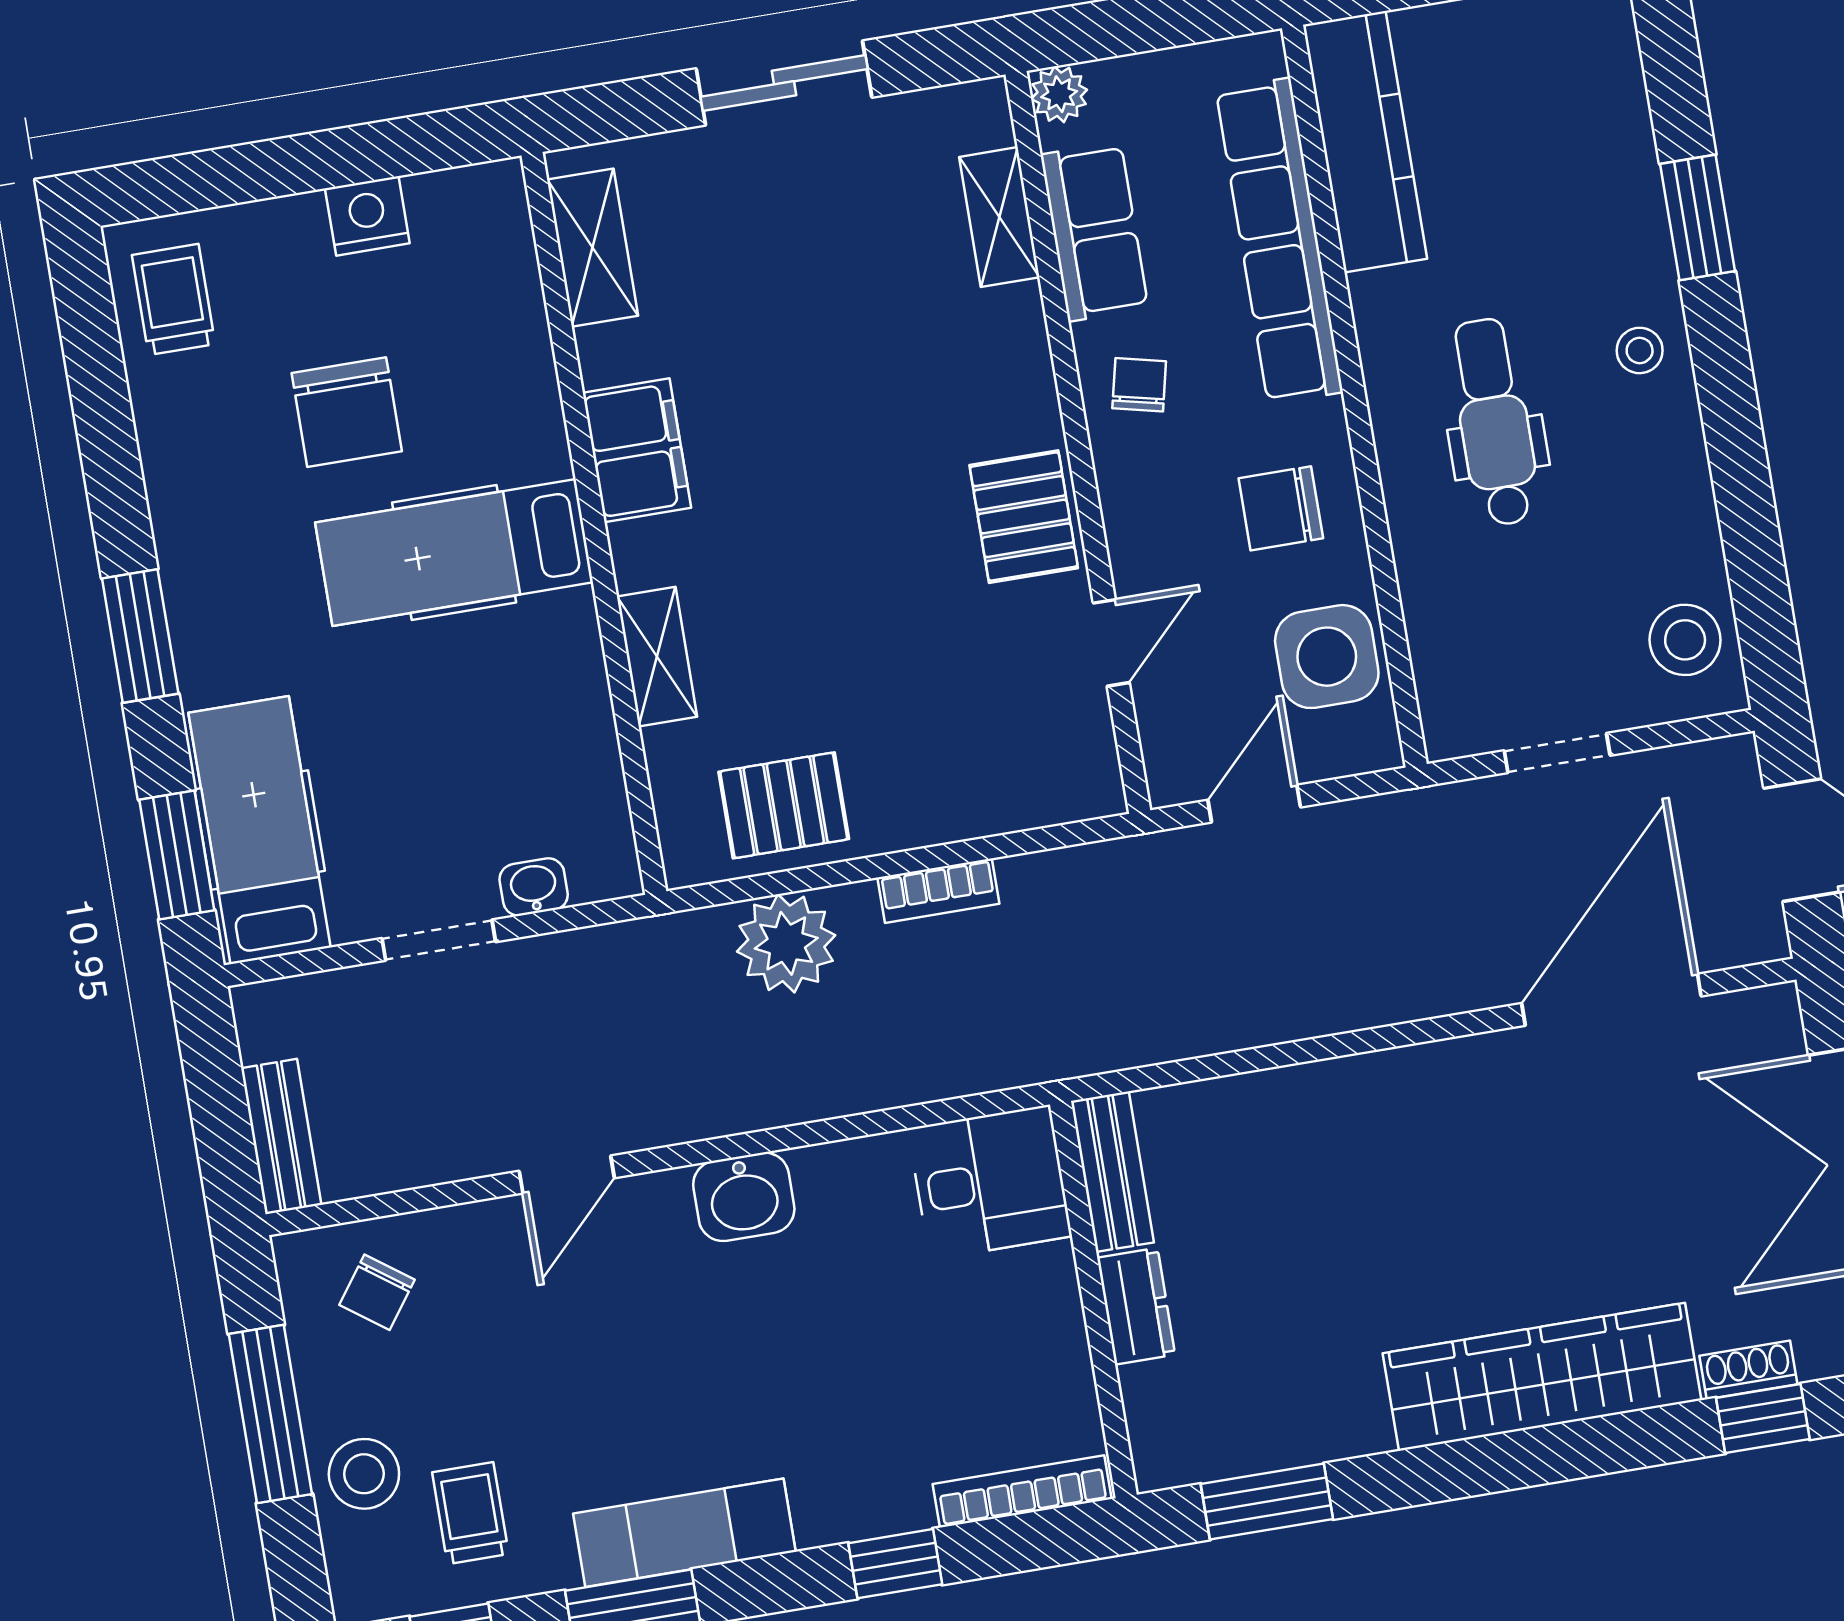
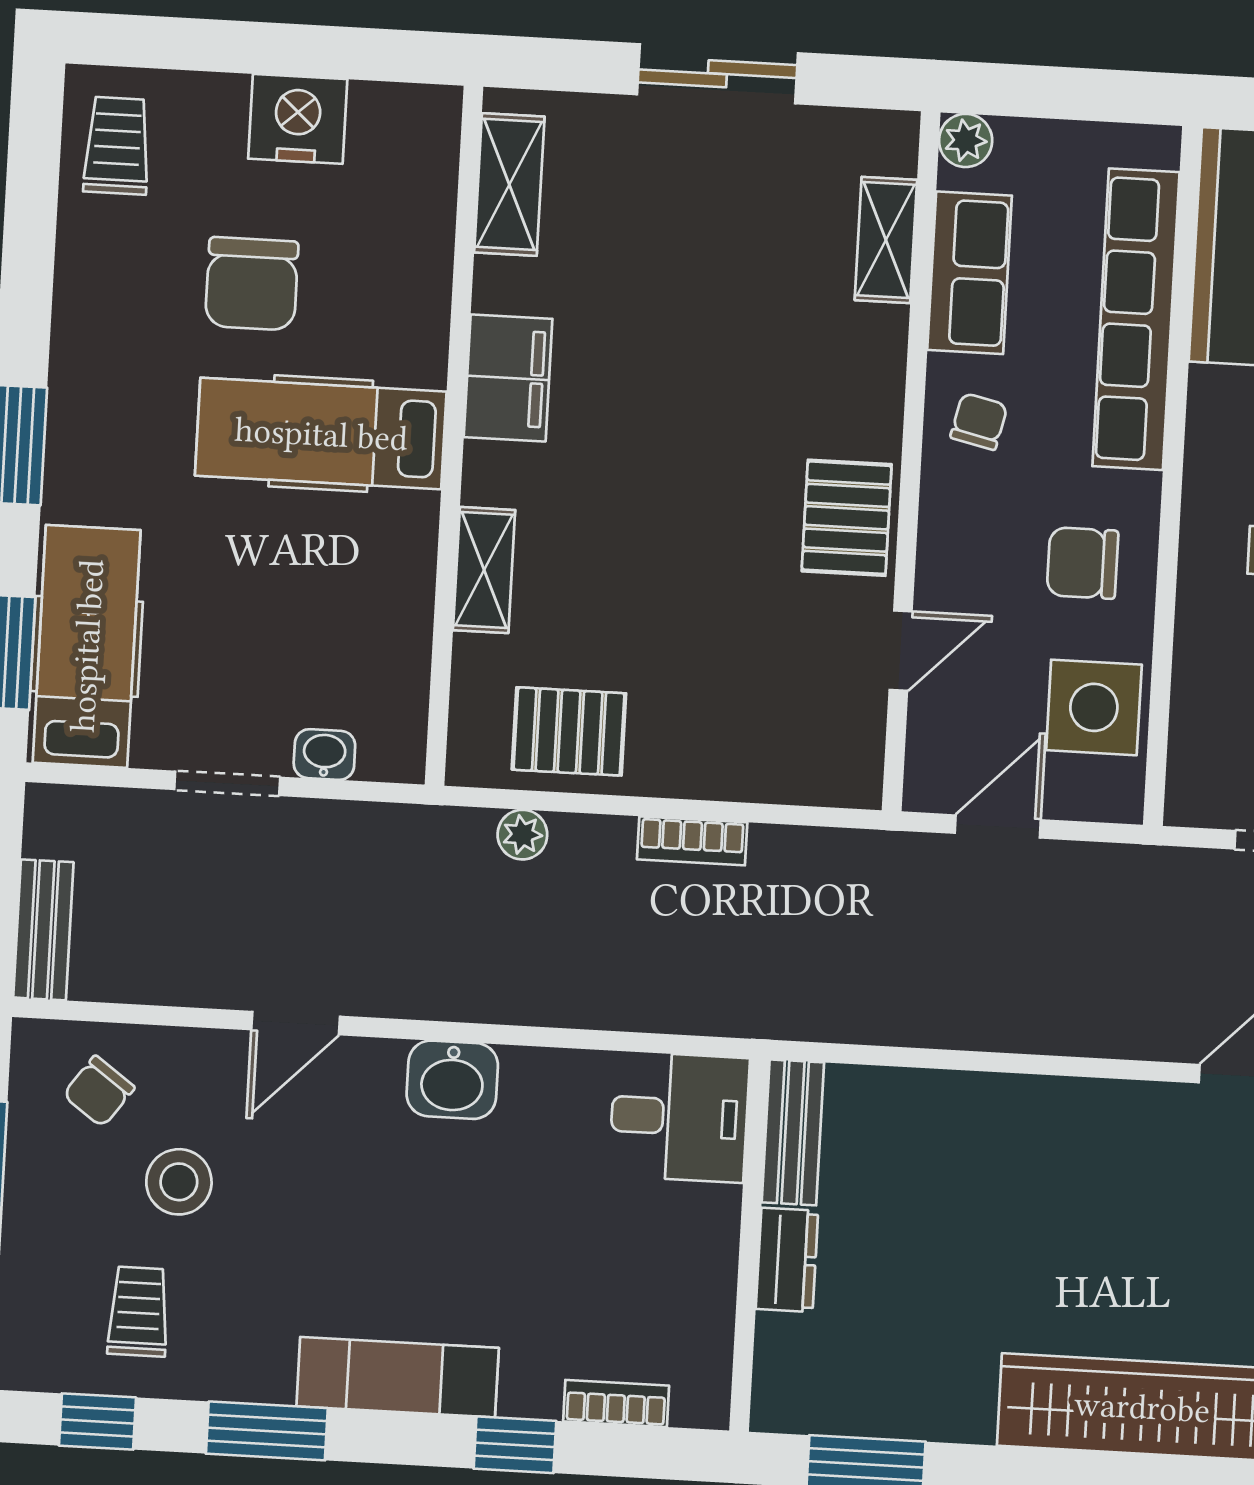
nightstand: (367, 216) -> (298, 119), width x1.36, depth x1.33
plant: (786, 943) -> (522, 835), width x0.53, depth x0.53
stool: (364, 1474) -> (179, 1182), moved
bookcase: (1022, 1491) -> (616, 1403), width x0.64
exam couch: (684, 1533) -> (398, 1377), moved

